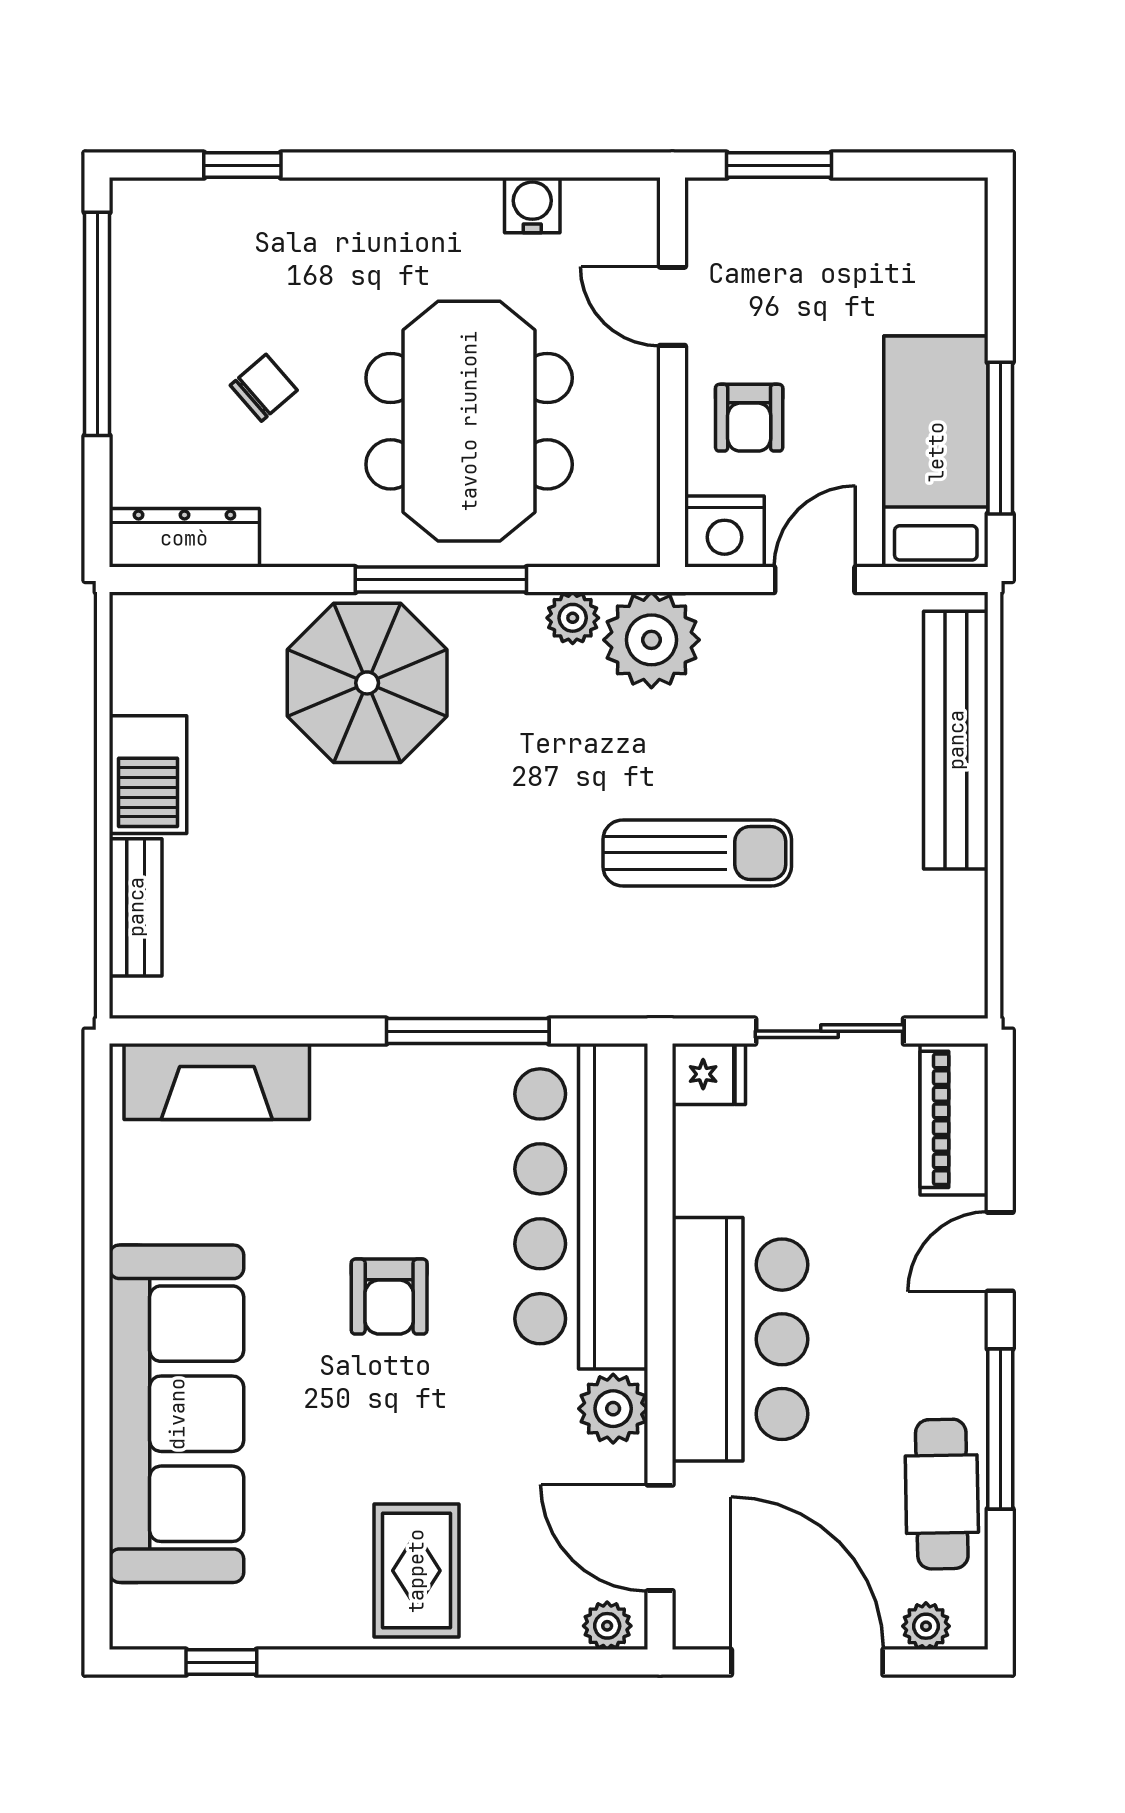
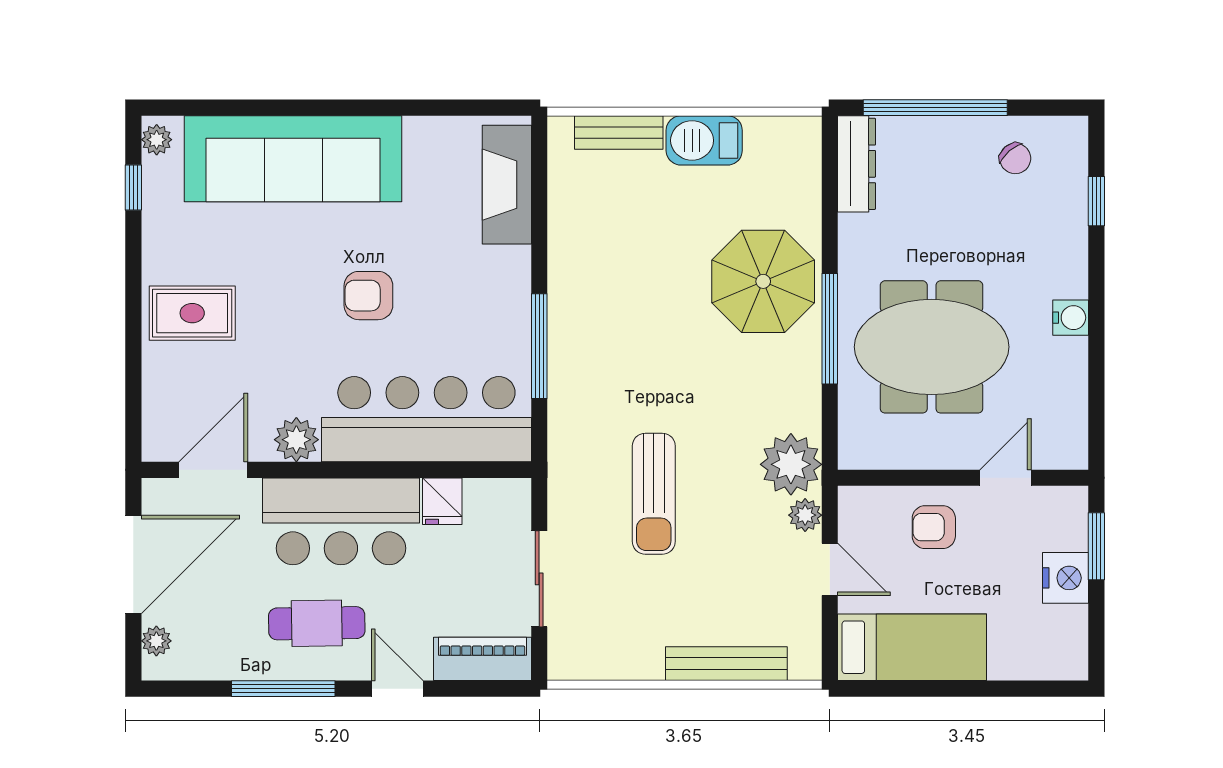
water cooler: (532, 205) -> (1071, 318), moved
window: (97, 324) -> (935, 108), moved
chair: (264, 388) -> (1015, 158), moved
window: (1000, 438) -> (921, 689), removed
nightstand: (724, 531) -> (1065, 578), moved, turned 180
plant: (573, 618) -> (805, 515), moved
bench: (956, 740) -> (726, 664), width x0.73, depth x0.82
fridge: (709, 1074) -> (442, 501), moved
cafe table: (942, 1494) -> (317, 623), moved
plant: (607, 1626) -> (157, 140), moved

